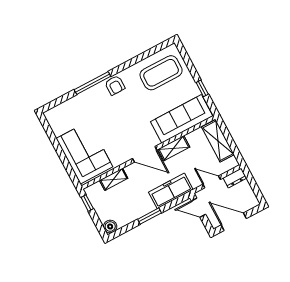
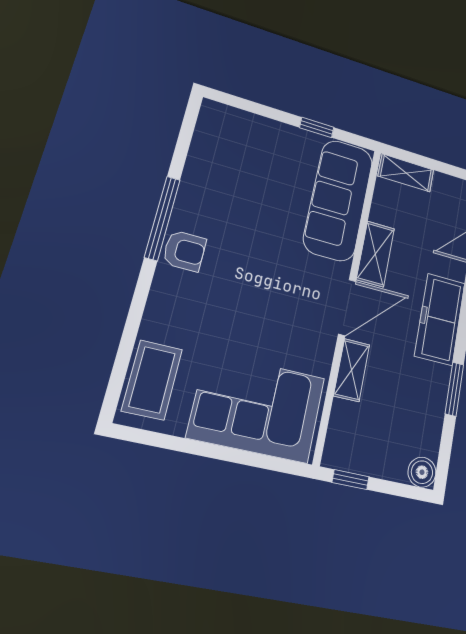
coffee table: (161, 73) -> (152, 380), moved, width x0.73, depth x0.76
window: (92, 83) -> (162, 218), moved
shelving: (218, 141) -> (406, 173), width x0.67, depth x0.75
shelving: (114, 179) -> (352, 370), moved

